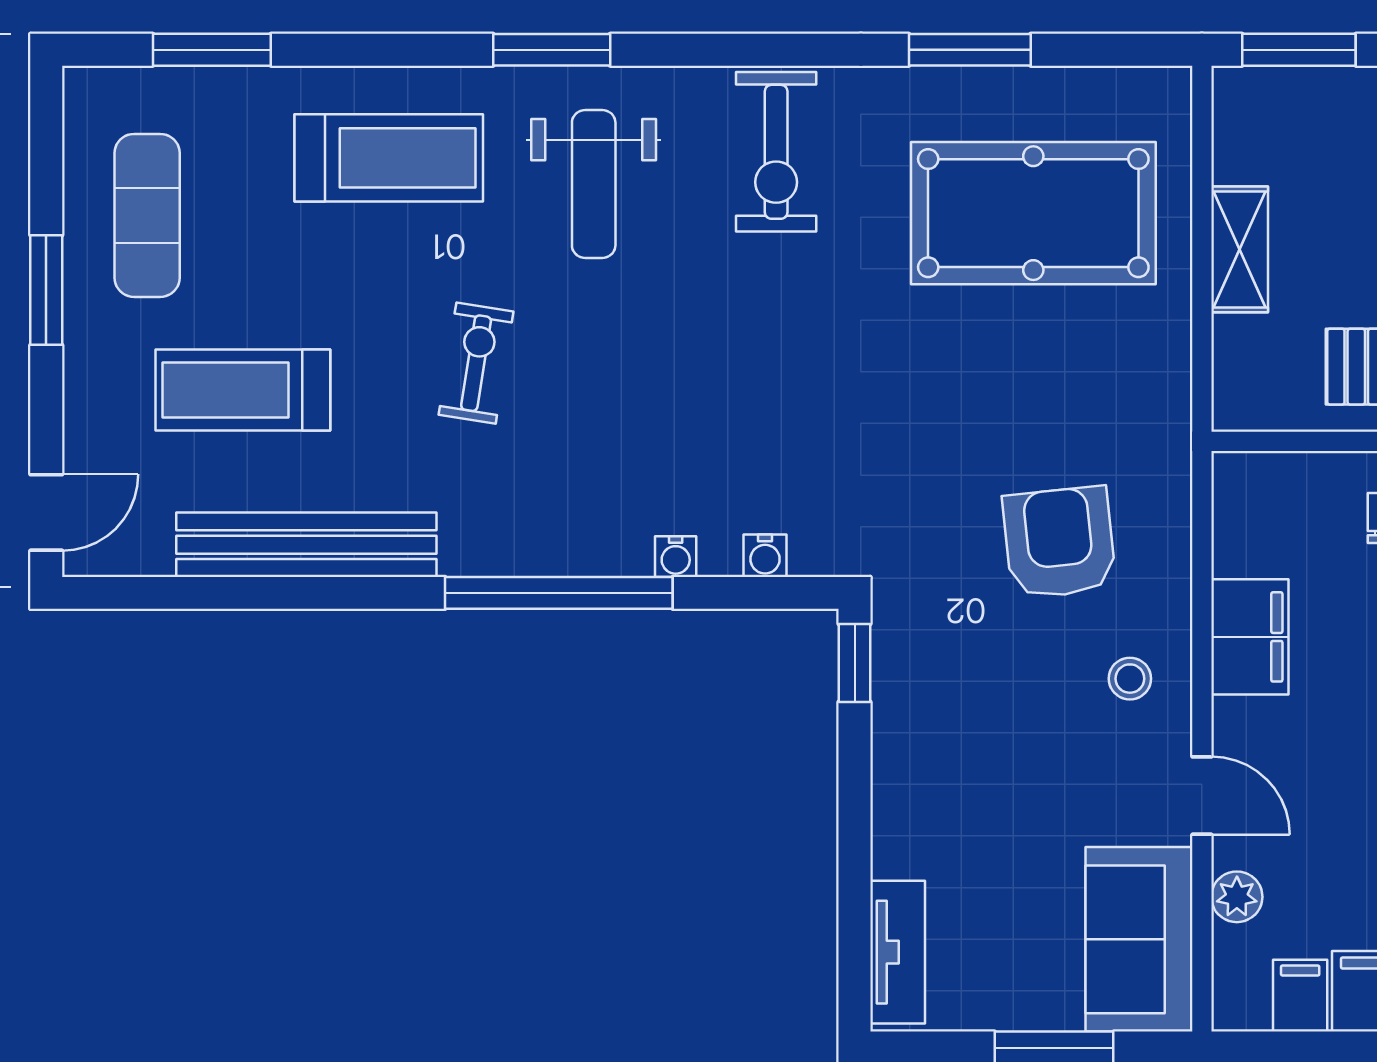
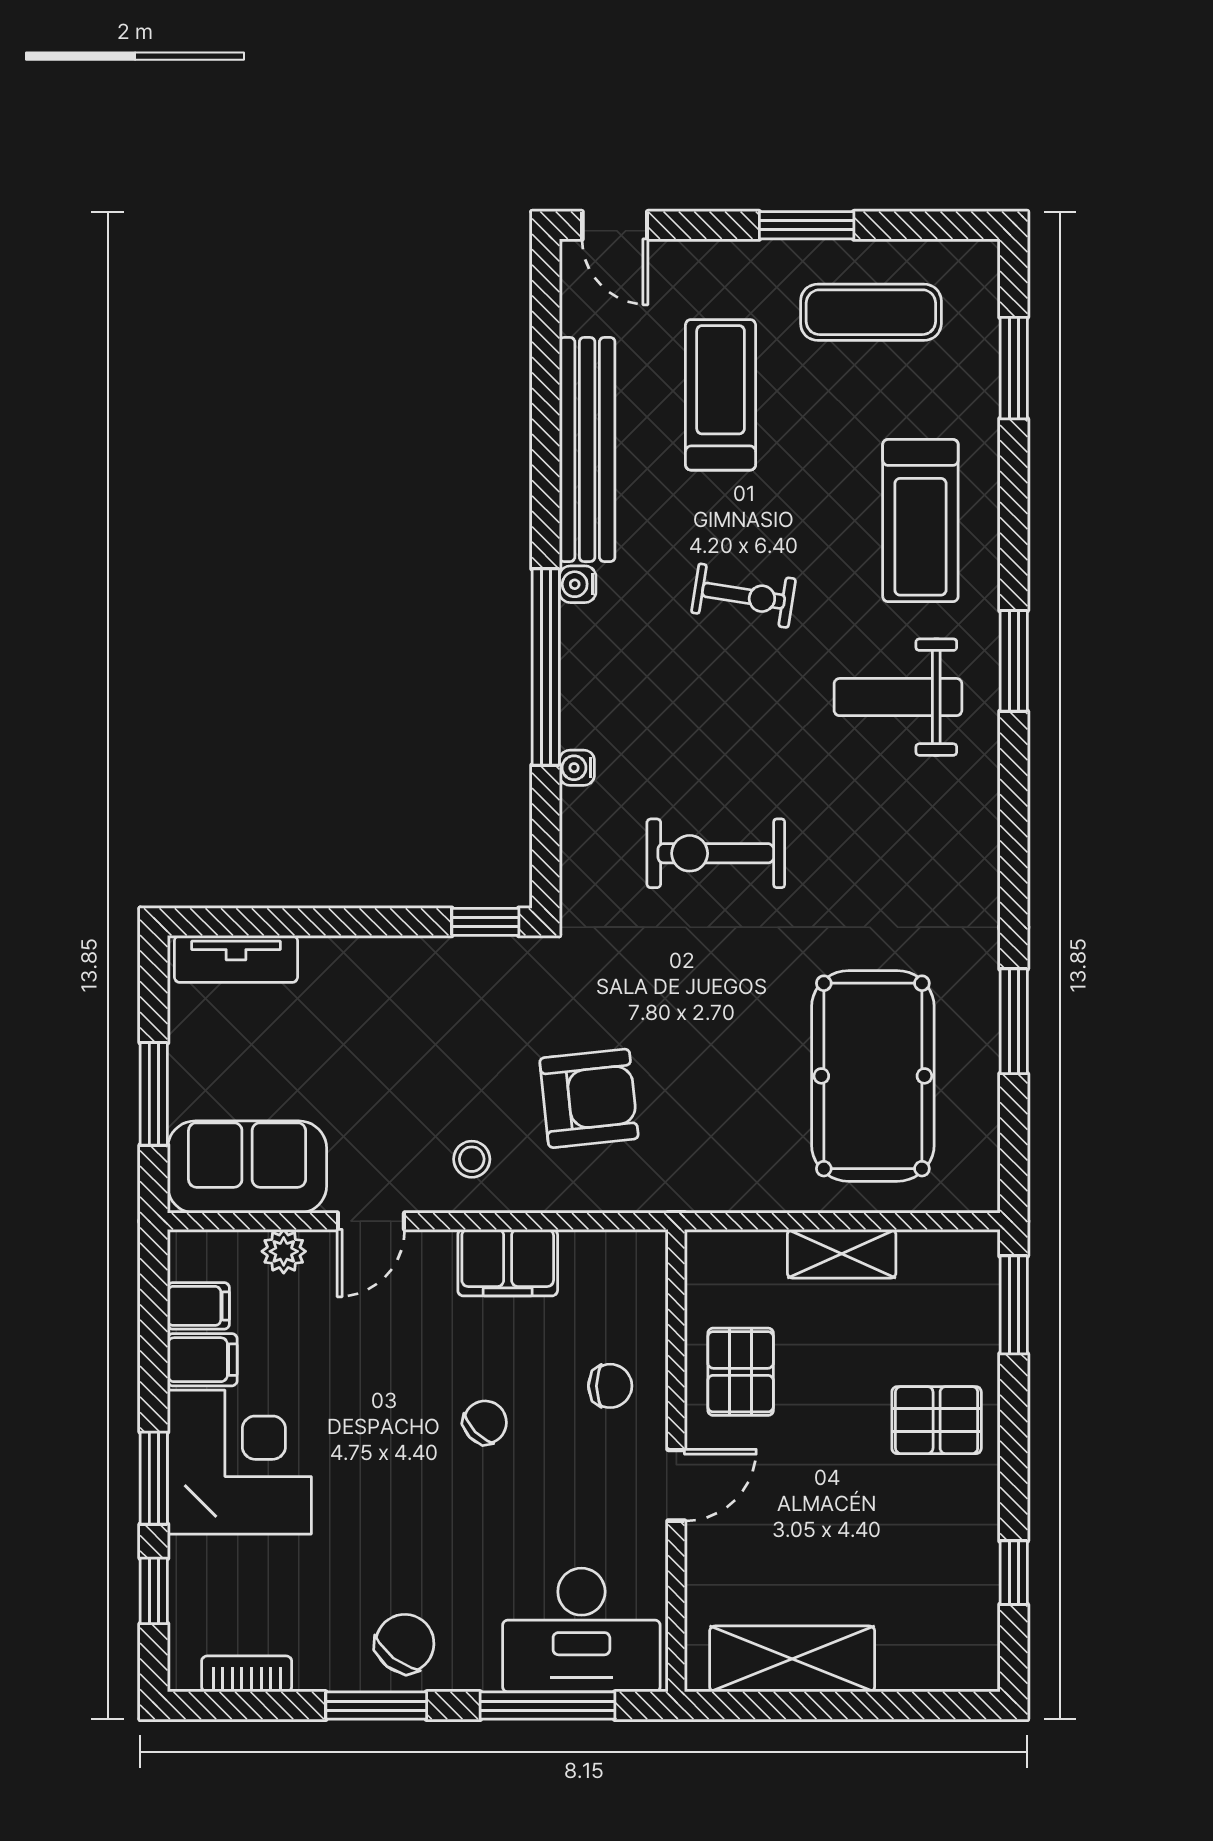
exercise bike: (776, 152) -> (716, 853), moved
water cooler: (765, 556) -> (578, 584), moved

